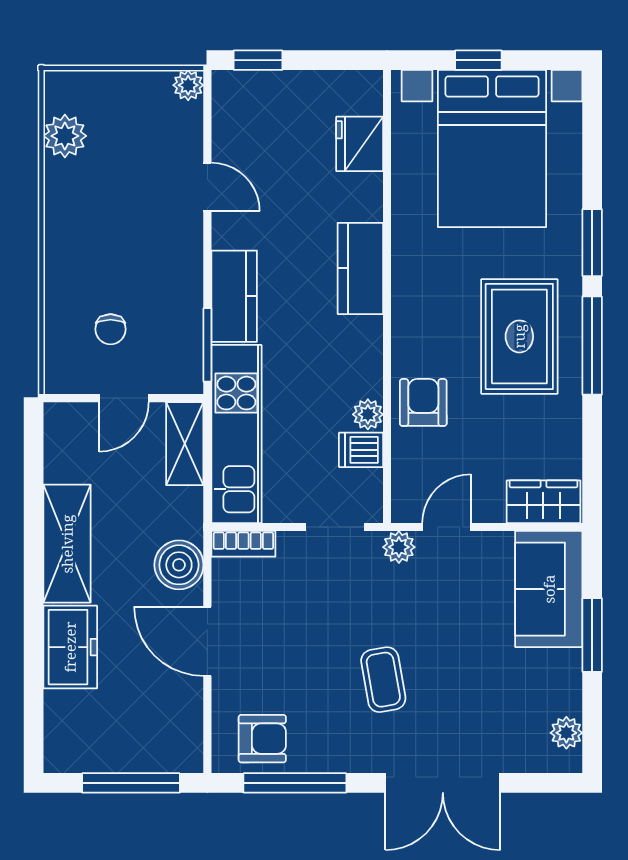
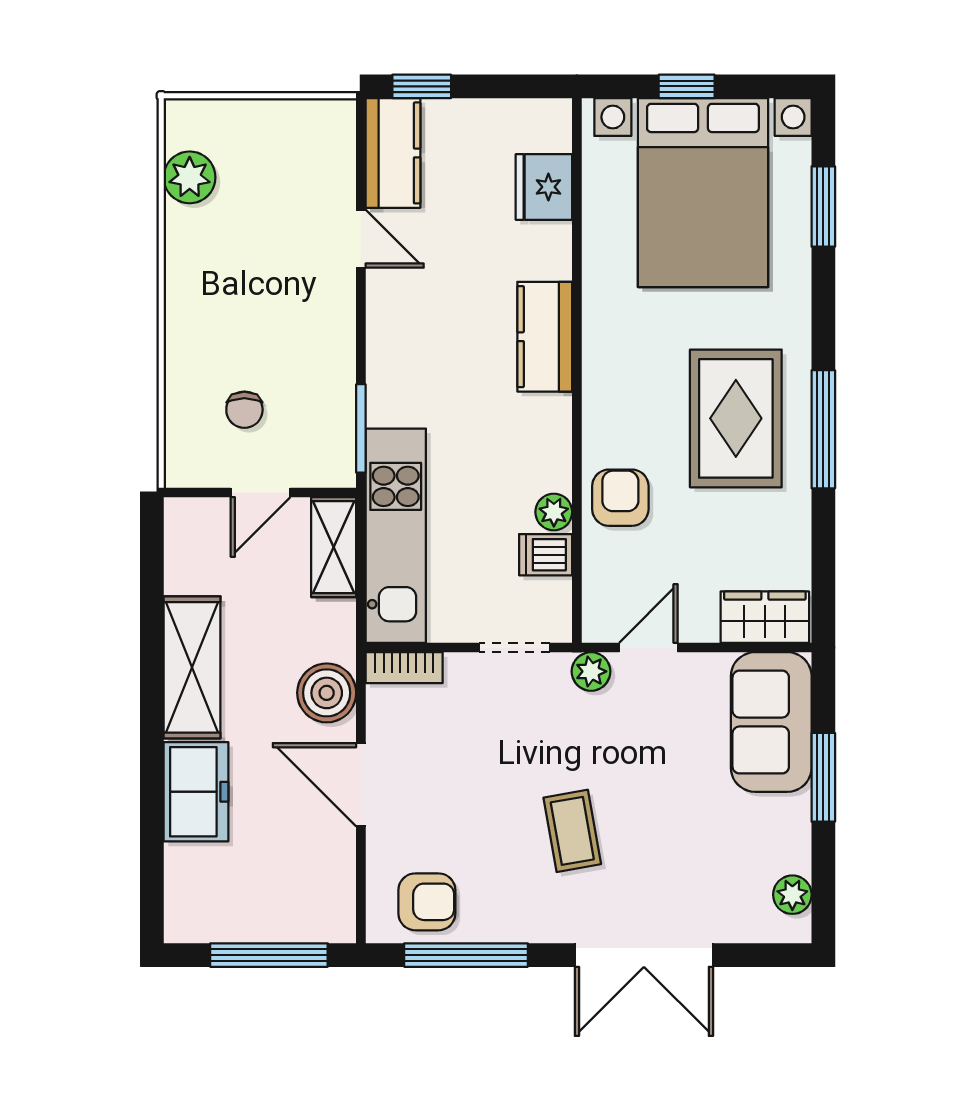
plant: (188, 85) -> (338, 116), removed
window: (592, 243) -> (823, 206), moved
kitchen counter: (234, 296) -> (393, 153), moved

